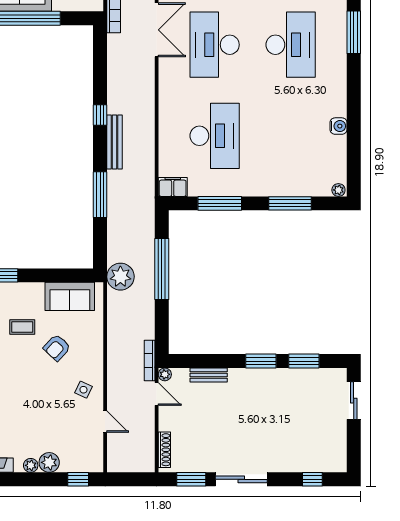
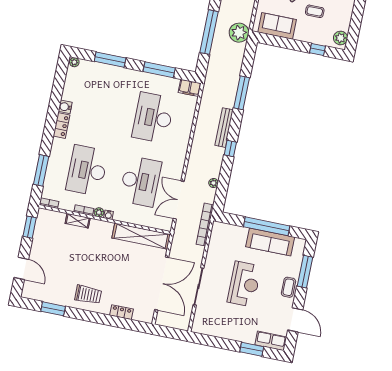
plant: (113, 63) -> (214, 183), added
locker: (338, 99) -> (62, 126), added

